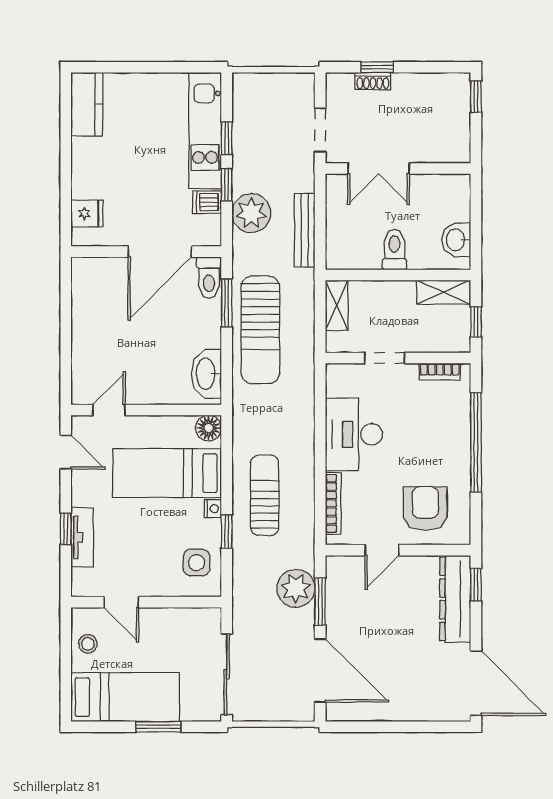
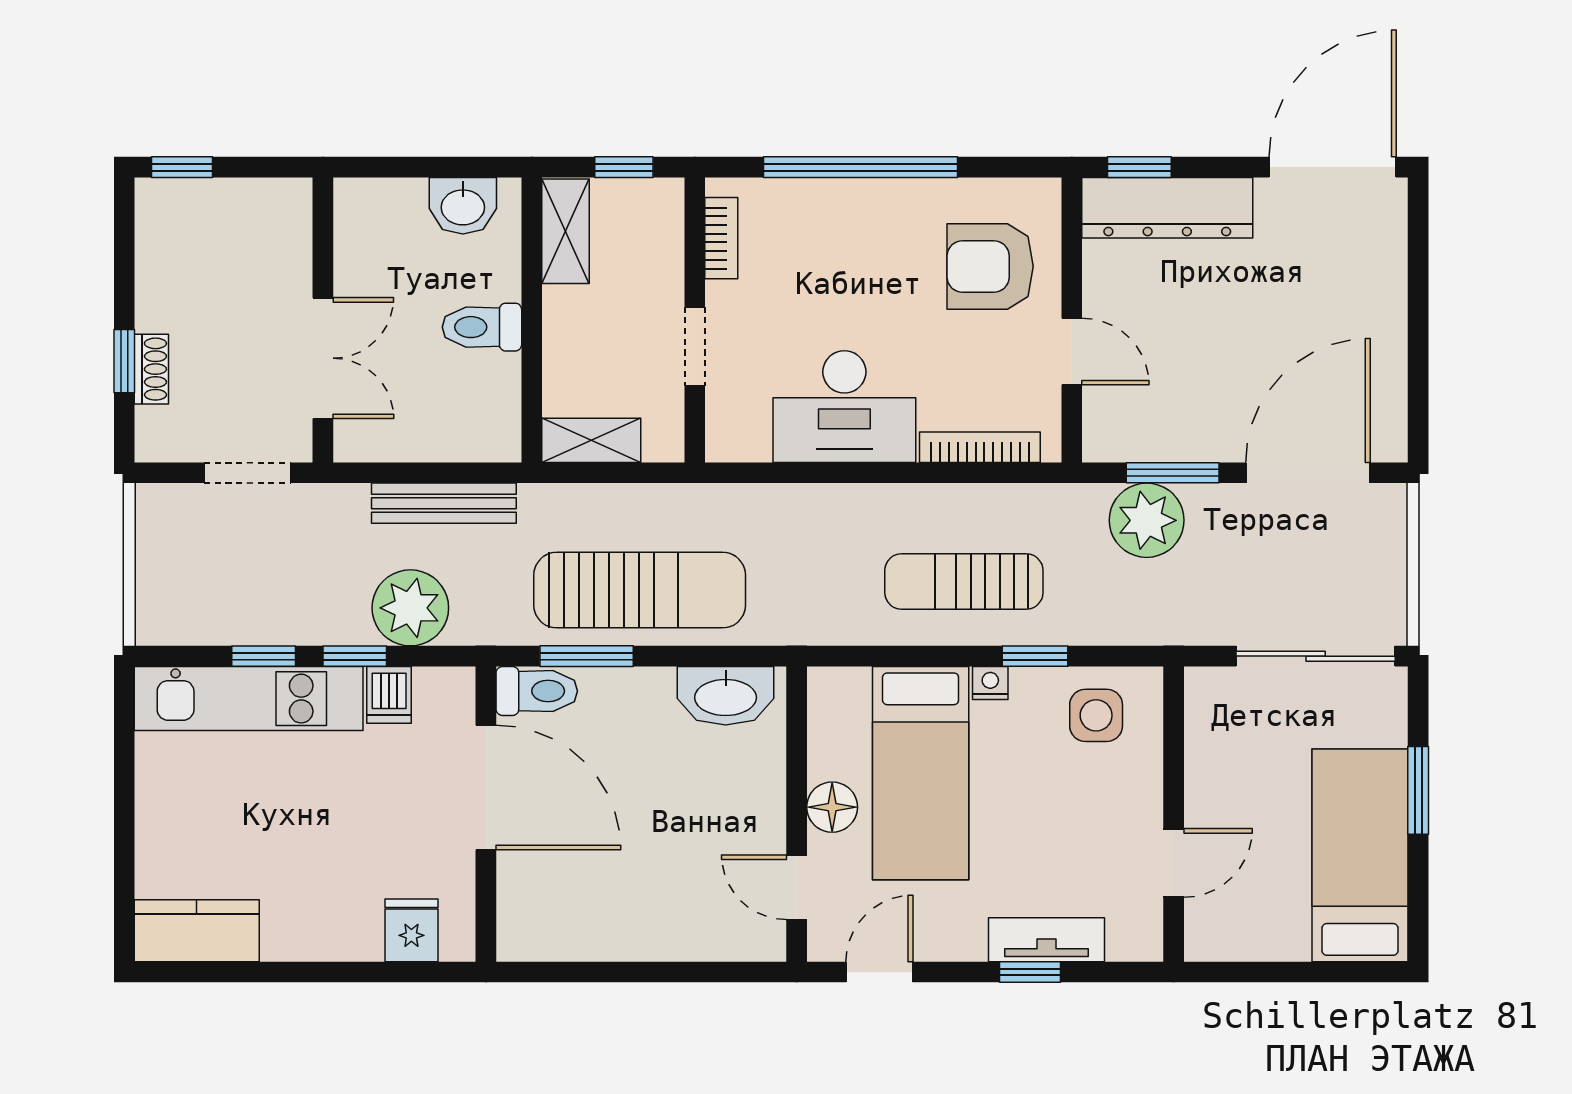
floor lamp: (209, 428) -> (832, 807), moved
stool: (88, 644) -> (1255, 928), removed

